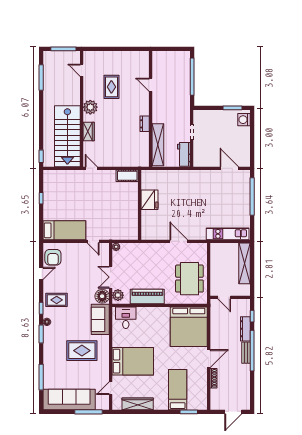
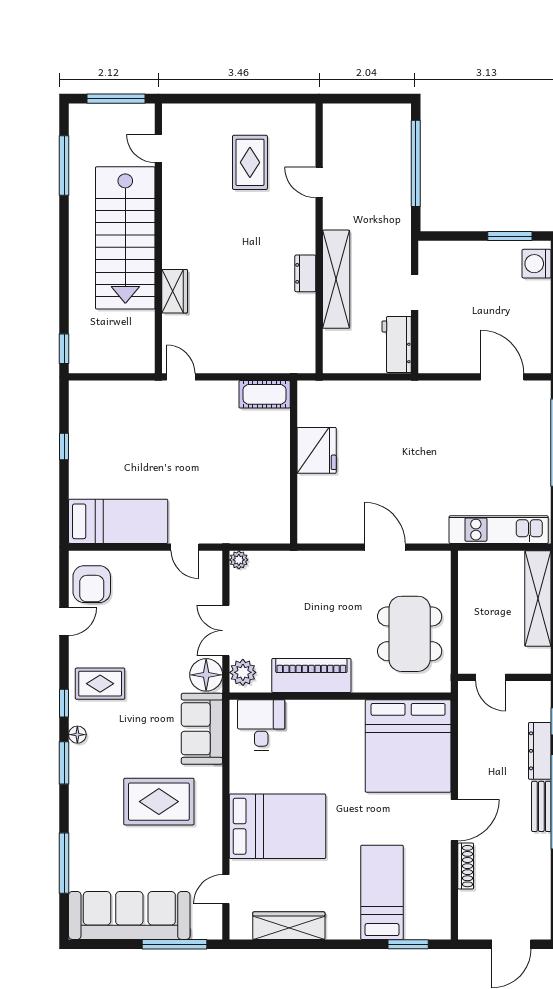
rug: (111, 87) -> (250, 162), moved
plant: (90, 107) -> (179, 235), removed
stairs: (67, 136) -> (125, 238), moved
shelving: (158, 145) -> (336, 279), moved

